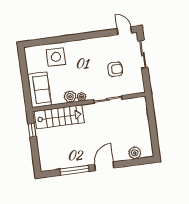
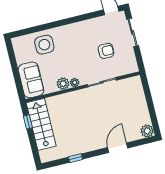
stairs: (59, 117) -> (41, 124), moved, turned -90
plant: (135, 153) -> (147, 131), moved
door: (104, 166) -> (118, 148), moved
window: (74, 170) -> (75, 158), width x0.46

